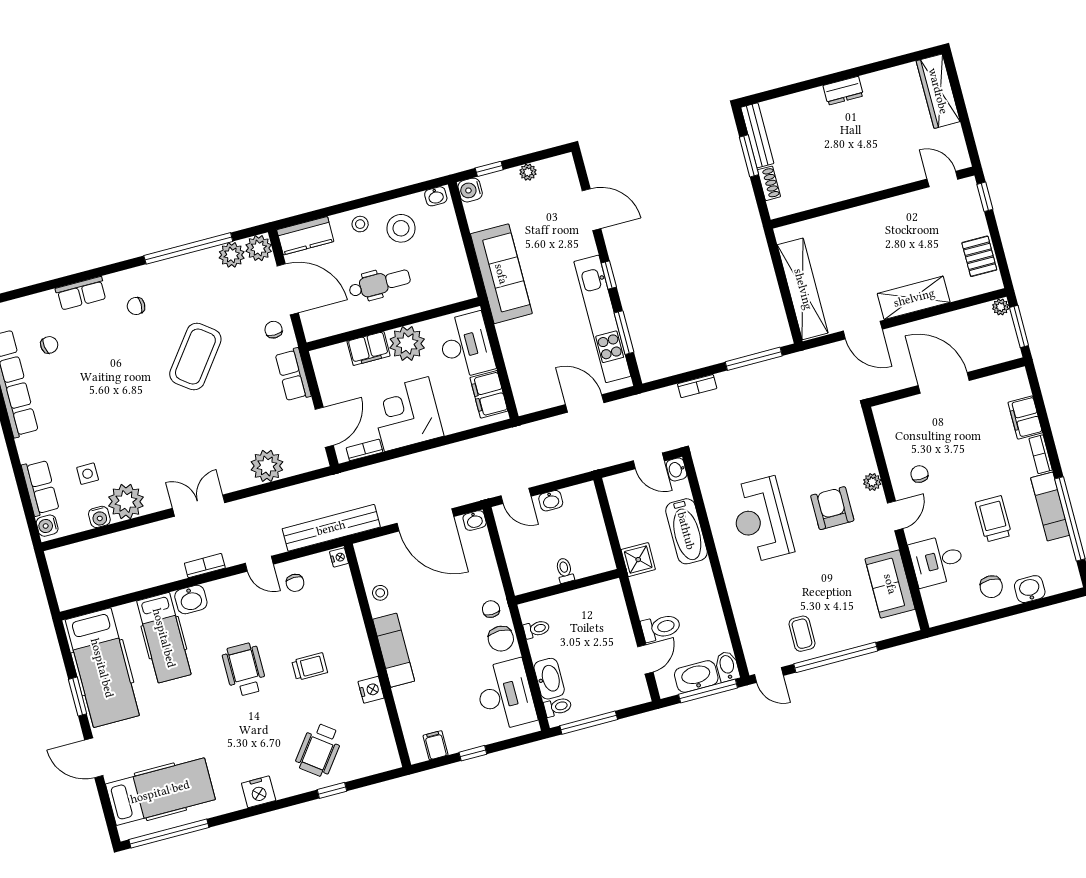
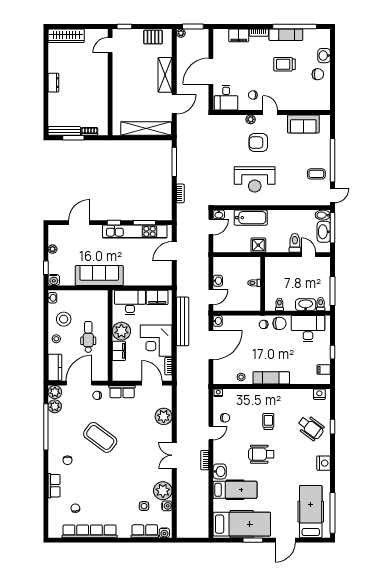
bench: (331, 528) -> (183, 321), moved
desk: (937, 561) -> (226, 98), moved
nightstand: (371, 690) -> (319, 394), moved

